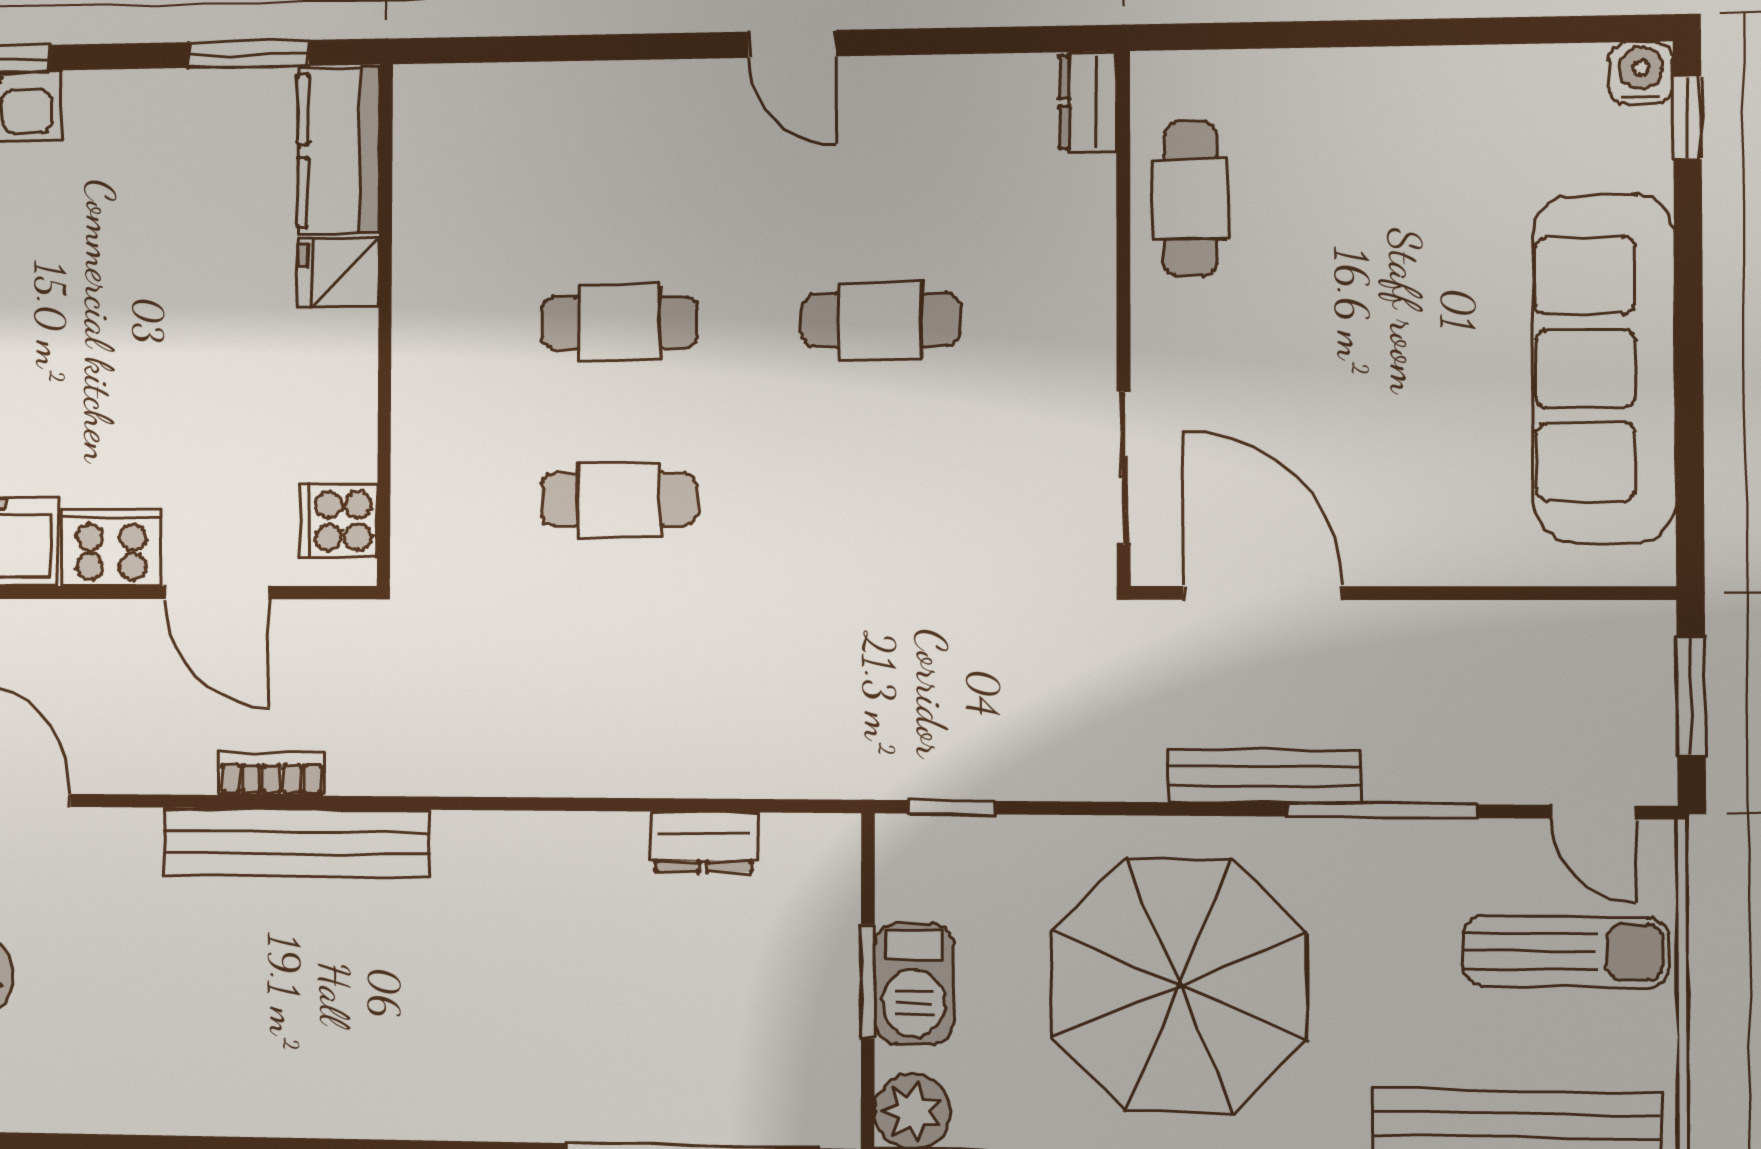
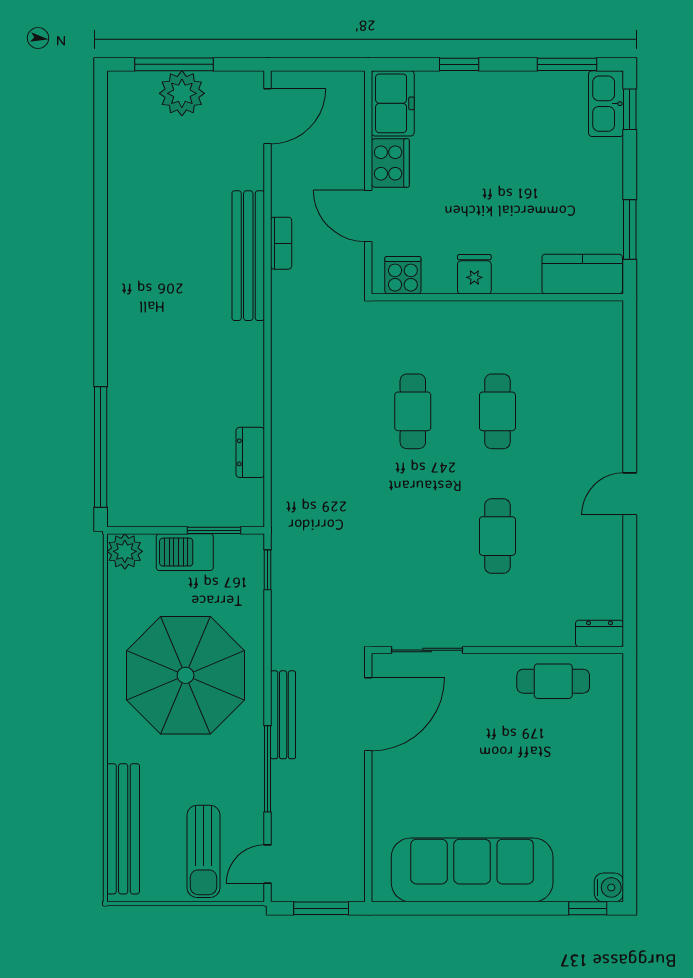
fridge: (338, 273) -> (474, 274), moved
door: (218, 593) -> (368, 216), hinge flipped
window: (868, 981) -> (214, 530), moved

